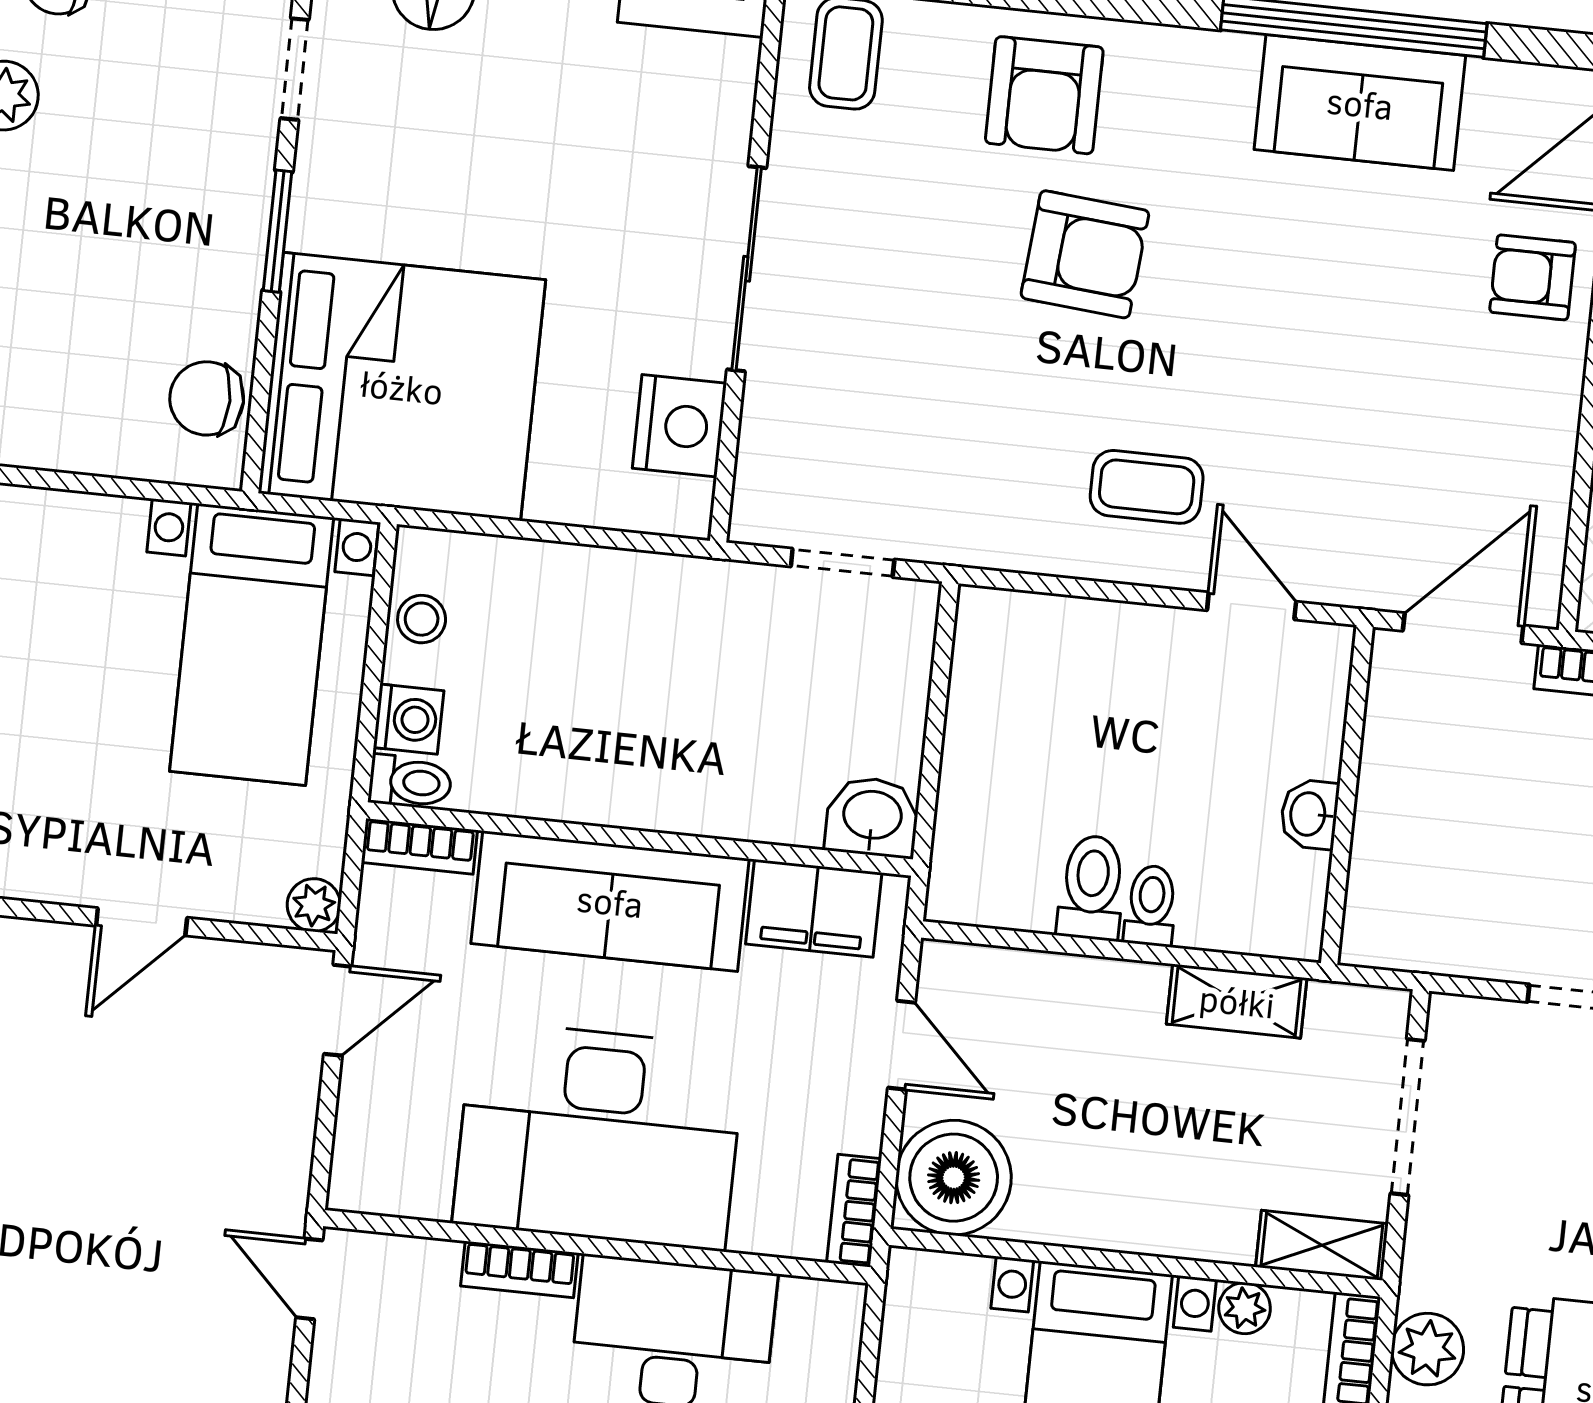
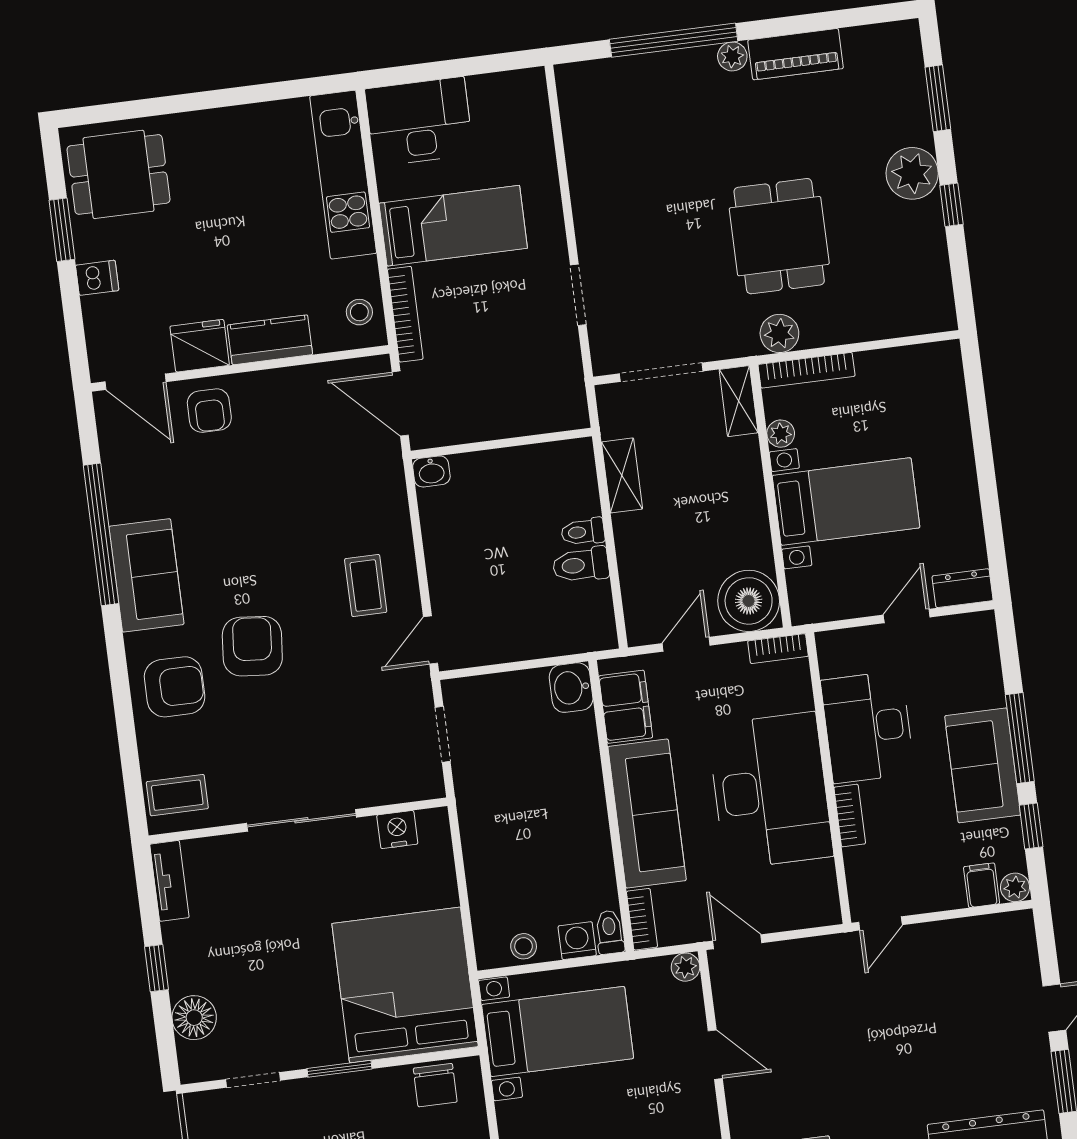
sofa: (1360, 103) -> (146, 575), moved
nightstand: (679, 426) -> (397, 830), width x0.74, depth x0.75
door: (1252, 606) -> (431, 640), moved
washbasin: (1309, 814) -> (431, 471), moved

